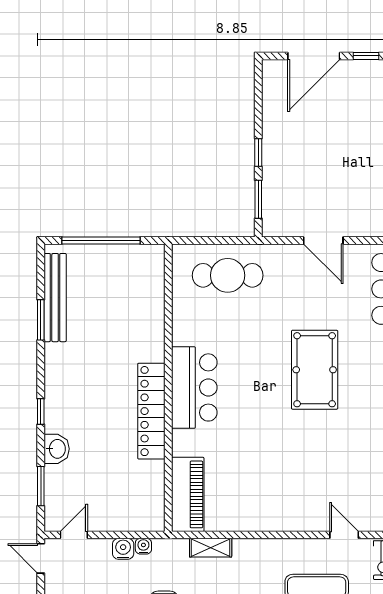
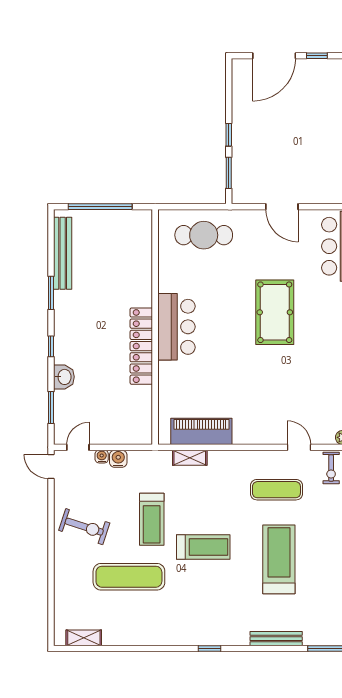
window: (41, 320) -> (51, 293), moved
piano: (188, 494) -> (201, 431), moved, turned -90
water cooler: (143, 546) -> (102, 457), moved

